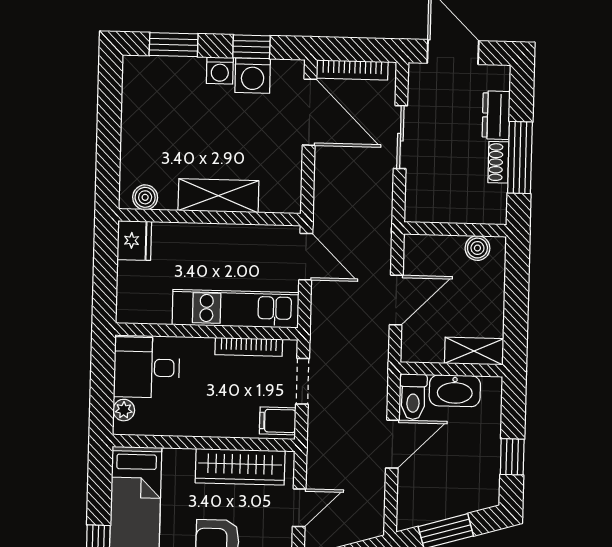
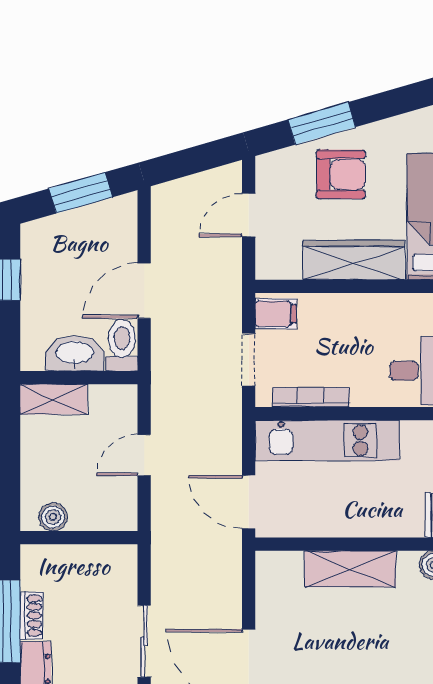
door: (396, 300) -> (144, 455), width x0.73
wardrobe: (240, 467) -> (354, 260), moved

